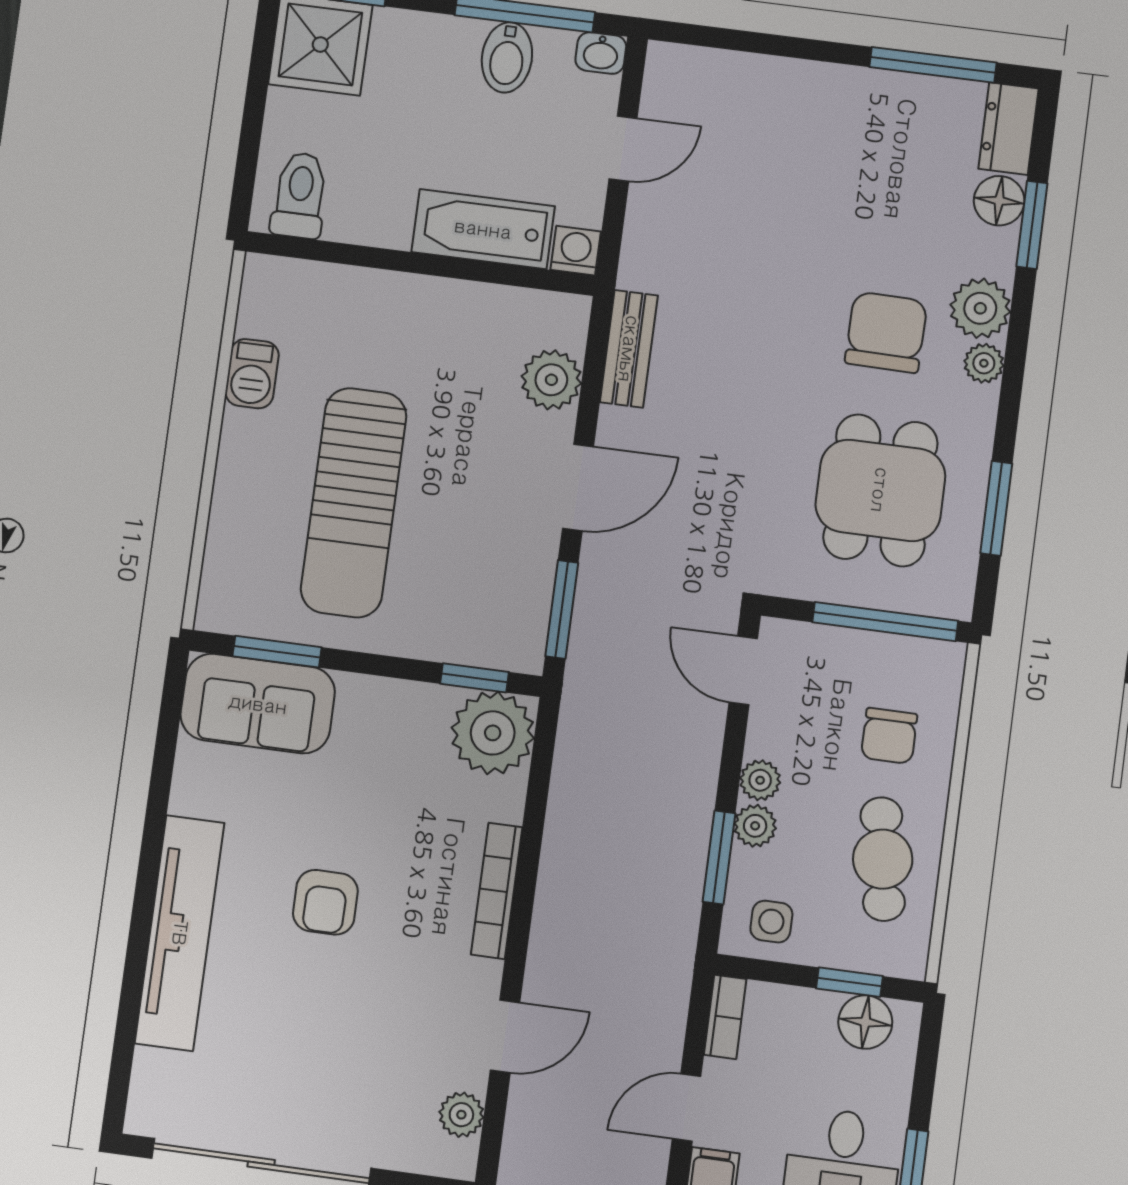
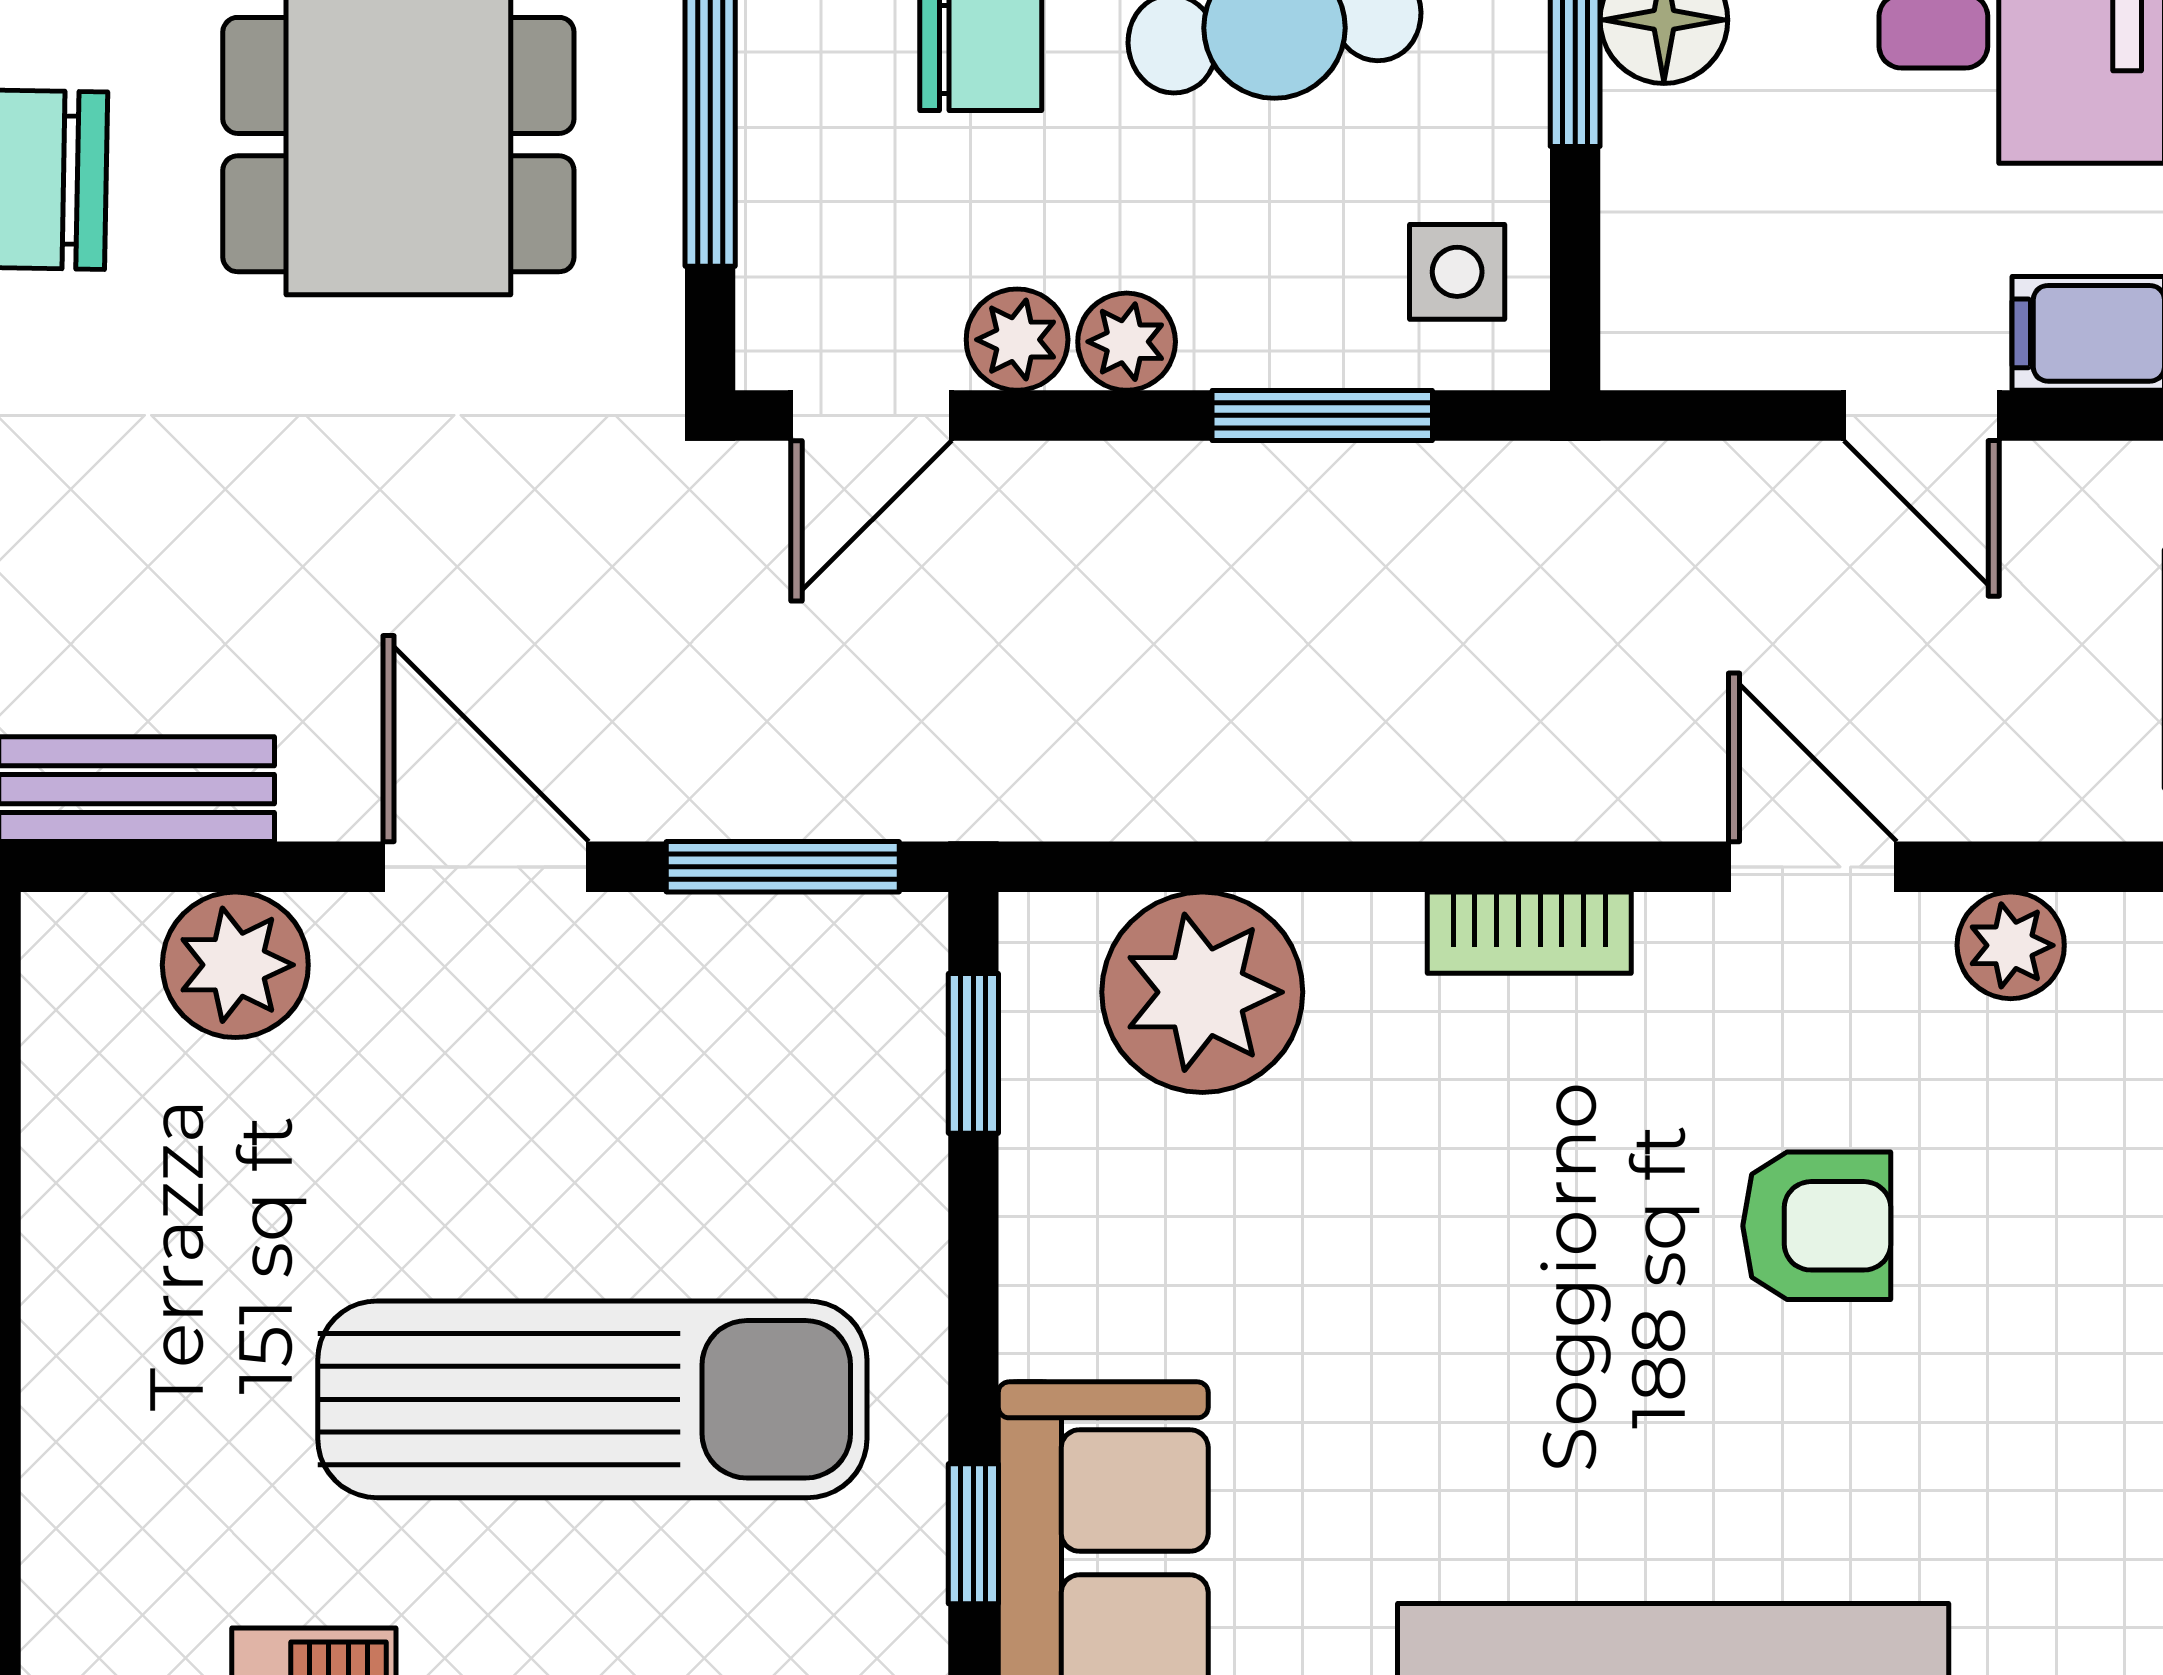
window: (277, 652) -> (973, 1534), width x0.67
plant: (493, 733) -> (1202, 992), moved
plant: (755, 826) -> (1017, 340), moved
bookcase: (497, 891) -> (1529, 933), width x0.64
armchair: (325, 902) -> (1817, 1226), moved
bookcase: (725, 1017) -> (1696, 352), removed

